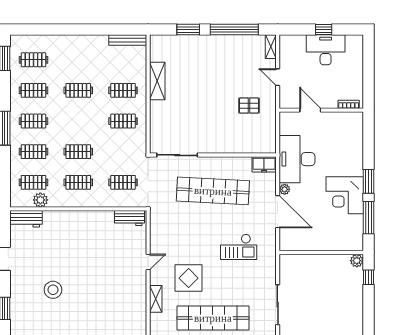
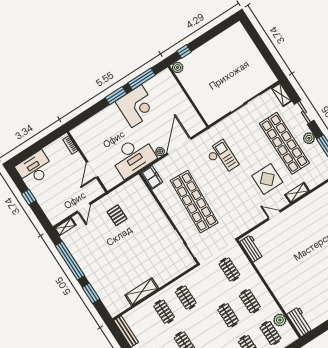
desk: (326, 50) -> (35, 168), moved, turned 90

